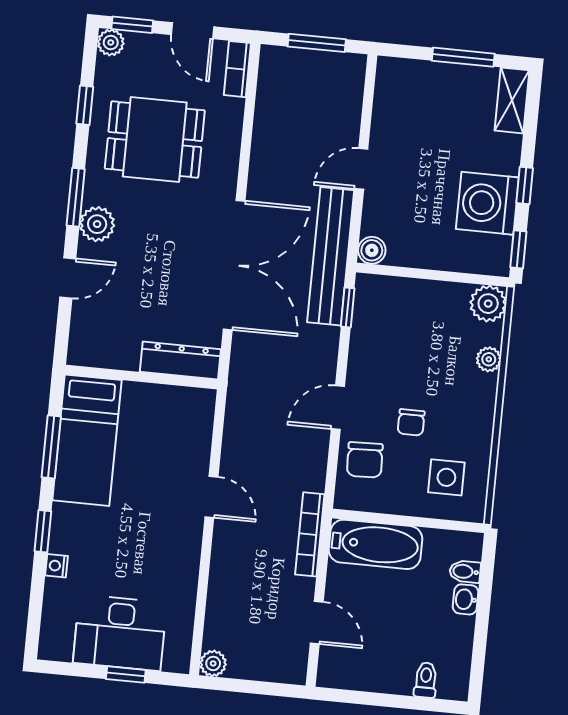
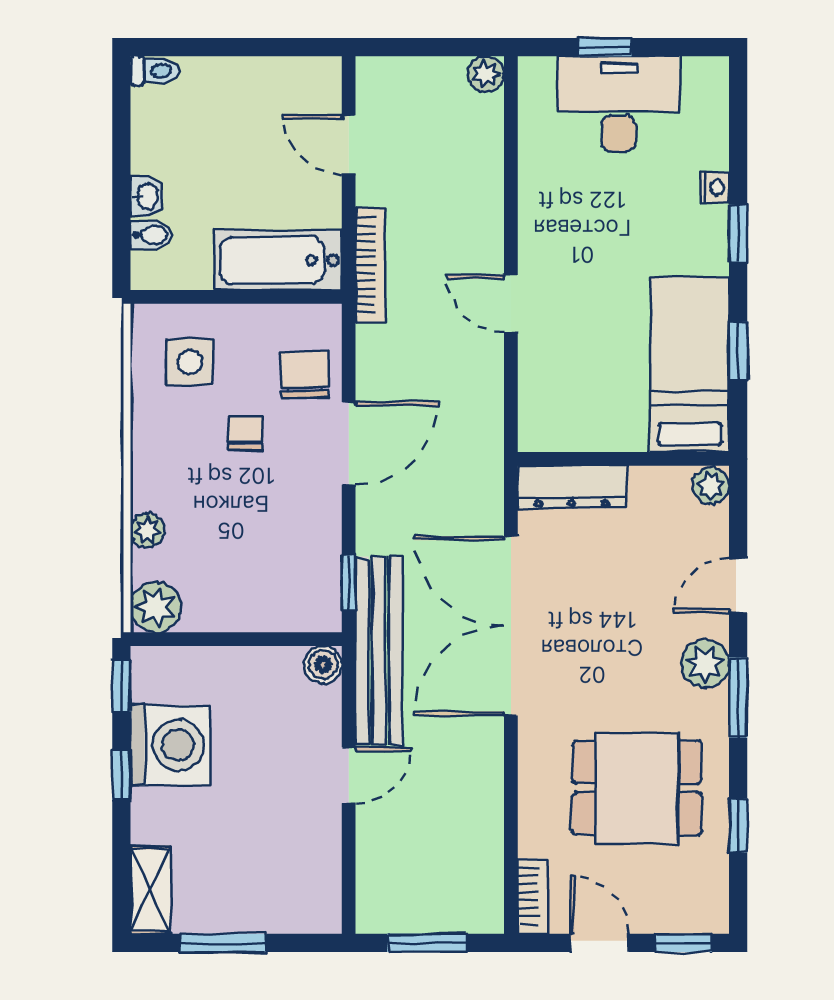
plant: (111, 43) -> (711, 486), moved
door: (338, 408) -> (349, 443), width x1.38
window: (51, 447) -> (738, 351), width x0.67
toilet: (426, 680) -> (155, 71), moved, turned -90

